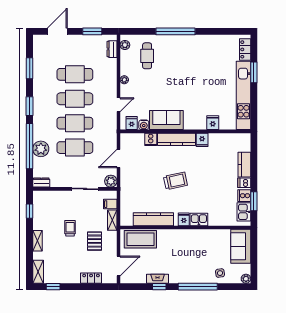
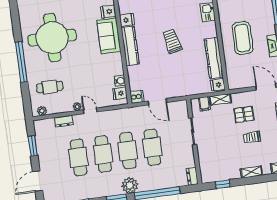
door: (57, 31) -> (38, 181), hinge flipped
dresser: (112, 49) -> (64, 121), moved
round table: (195, 65) -> (52, 38), added
door: (119, 105) -> (90, 111), moved
sofa: (166, 120) -> (109, 36), moved
cooker: (151, 139) -> (137, 97), moved
plant: (41, 149) -> (130, 185), moved
plant: (111, 181) -> (181, 106), removed
fridge: (184, 219) -> (218, 85), moved
trolley: (70, 228) -> (252, 137), moved
coffee table: (140, 239) -> (242, 38), moved

